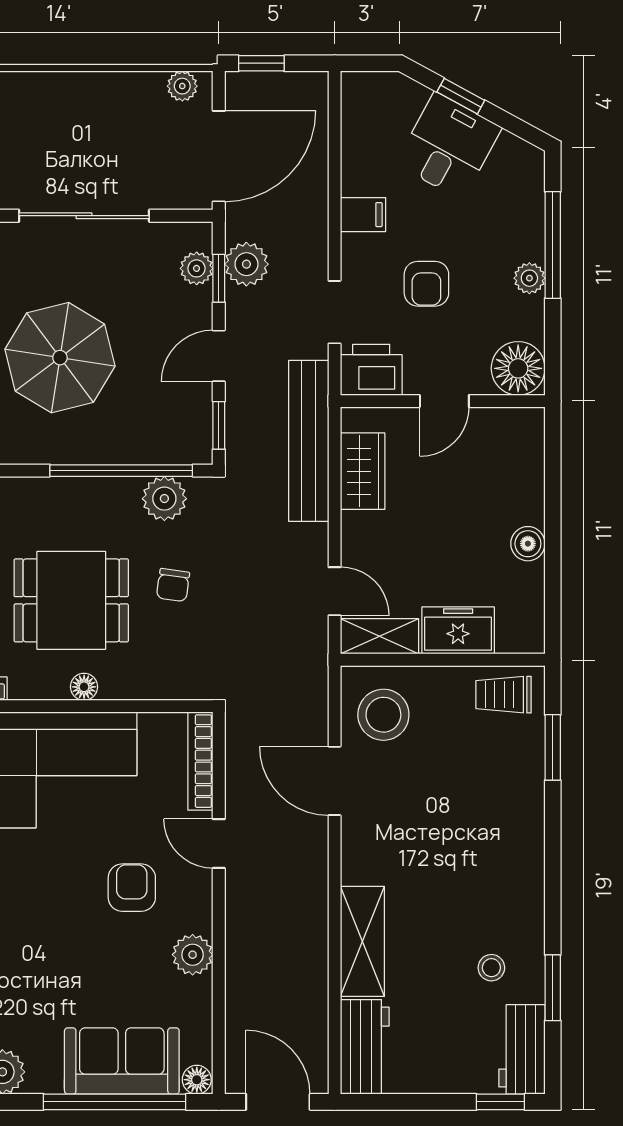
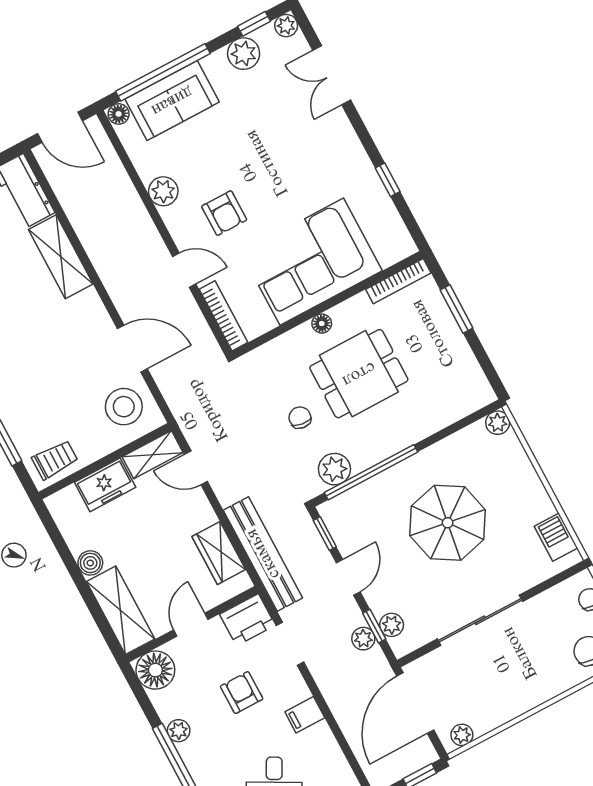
plant: (246, 264) -> (363, 639), width x0.73, depth x0.73
shelving: (522, 465) -> (121, 610), added

